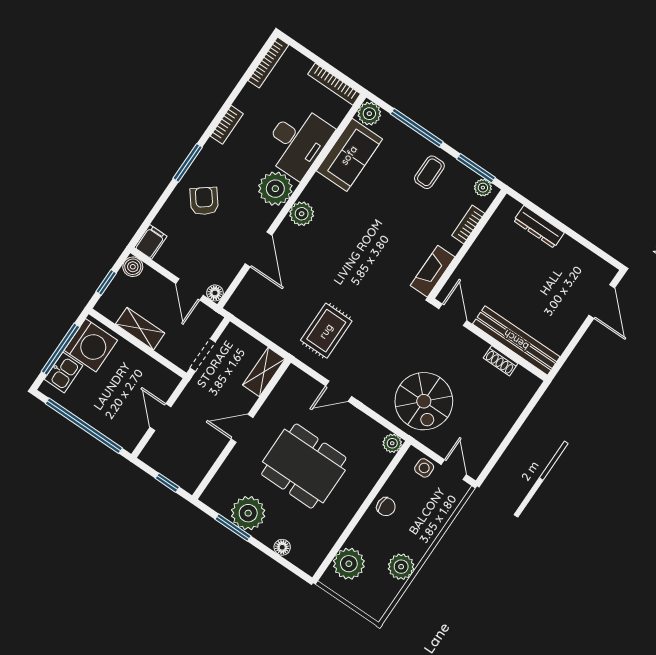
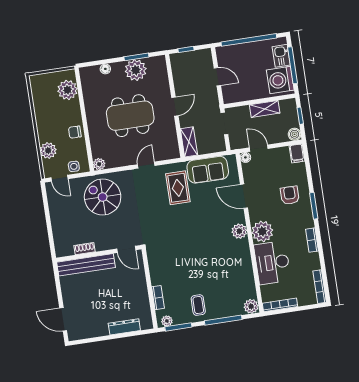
sofa: (349, 155) -> (208, 170), moved, turned -90
armchair: (204, 201) -> (290, 195), turned -142
fireplace: (433, 271) -> (154, 261), removed
plant: (401, 567) -> (48, 150), moved

